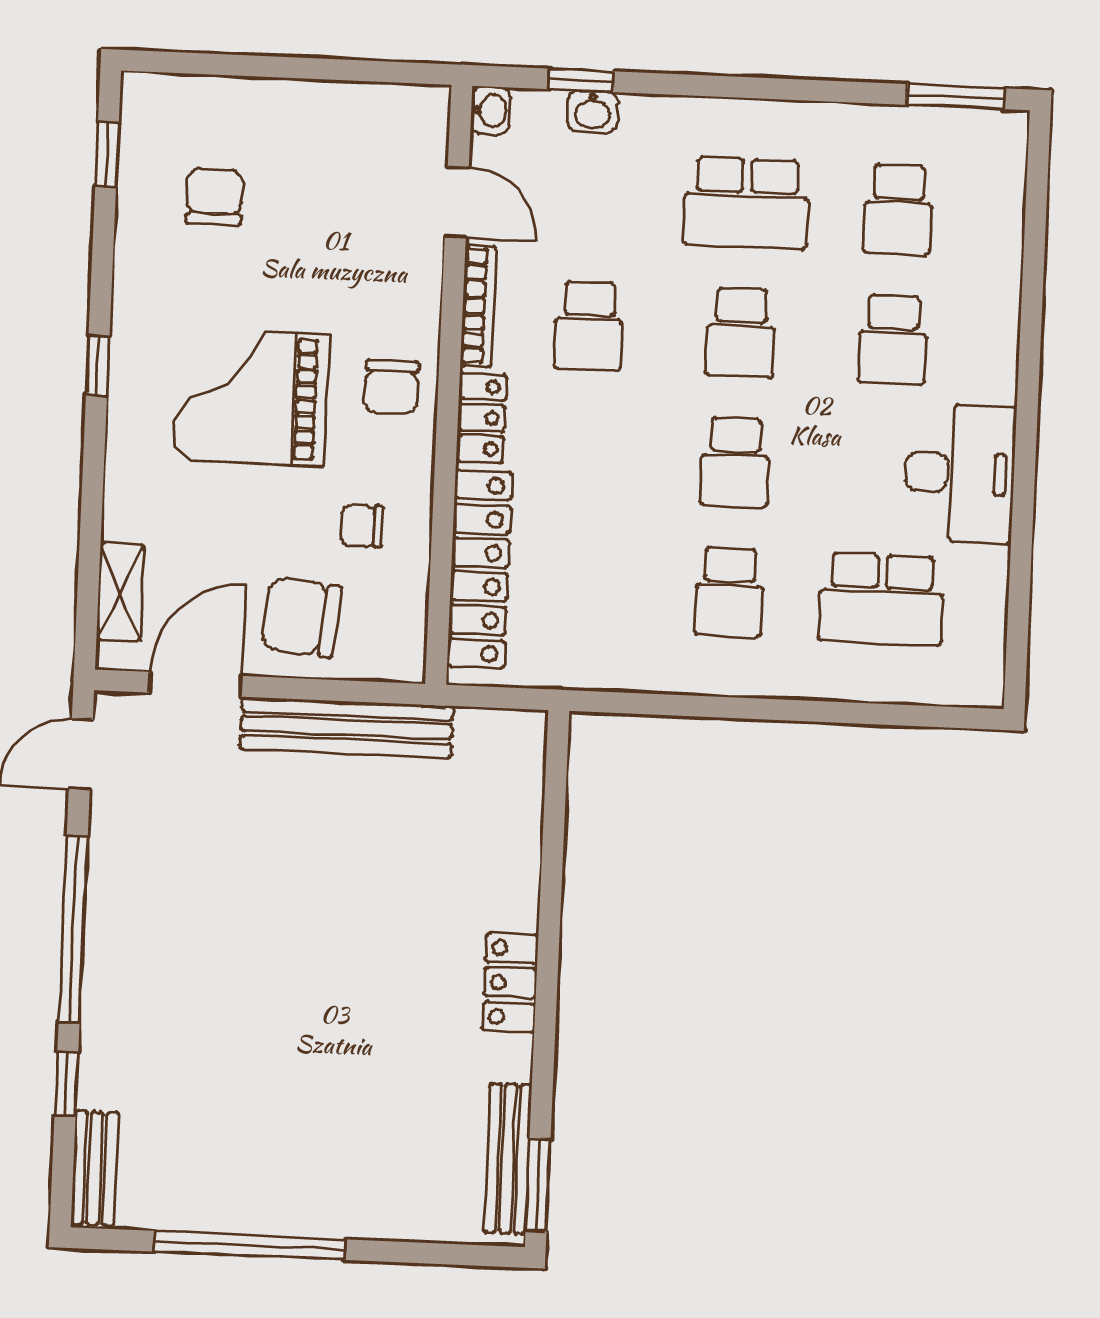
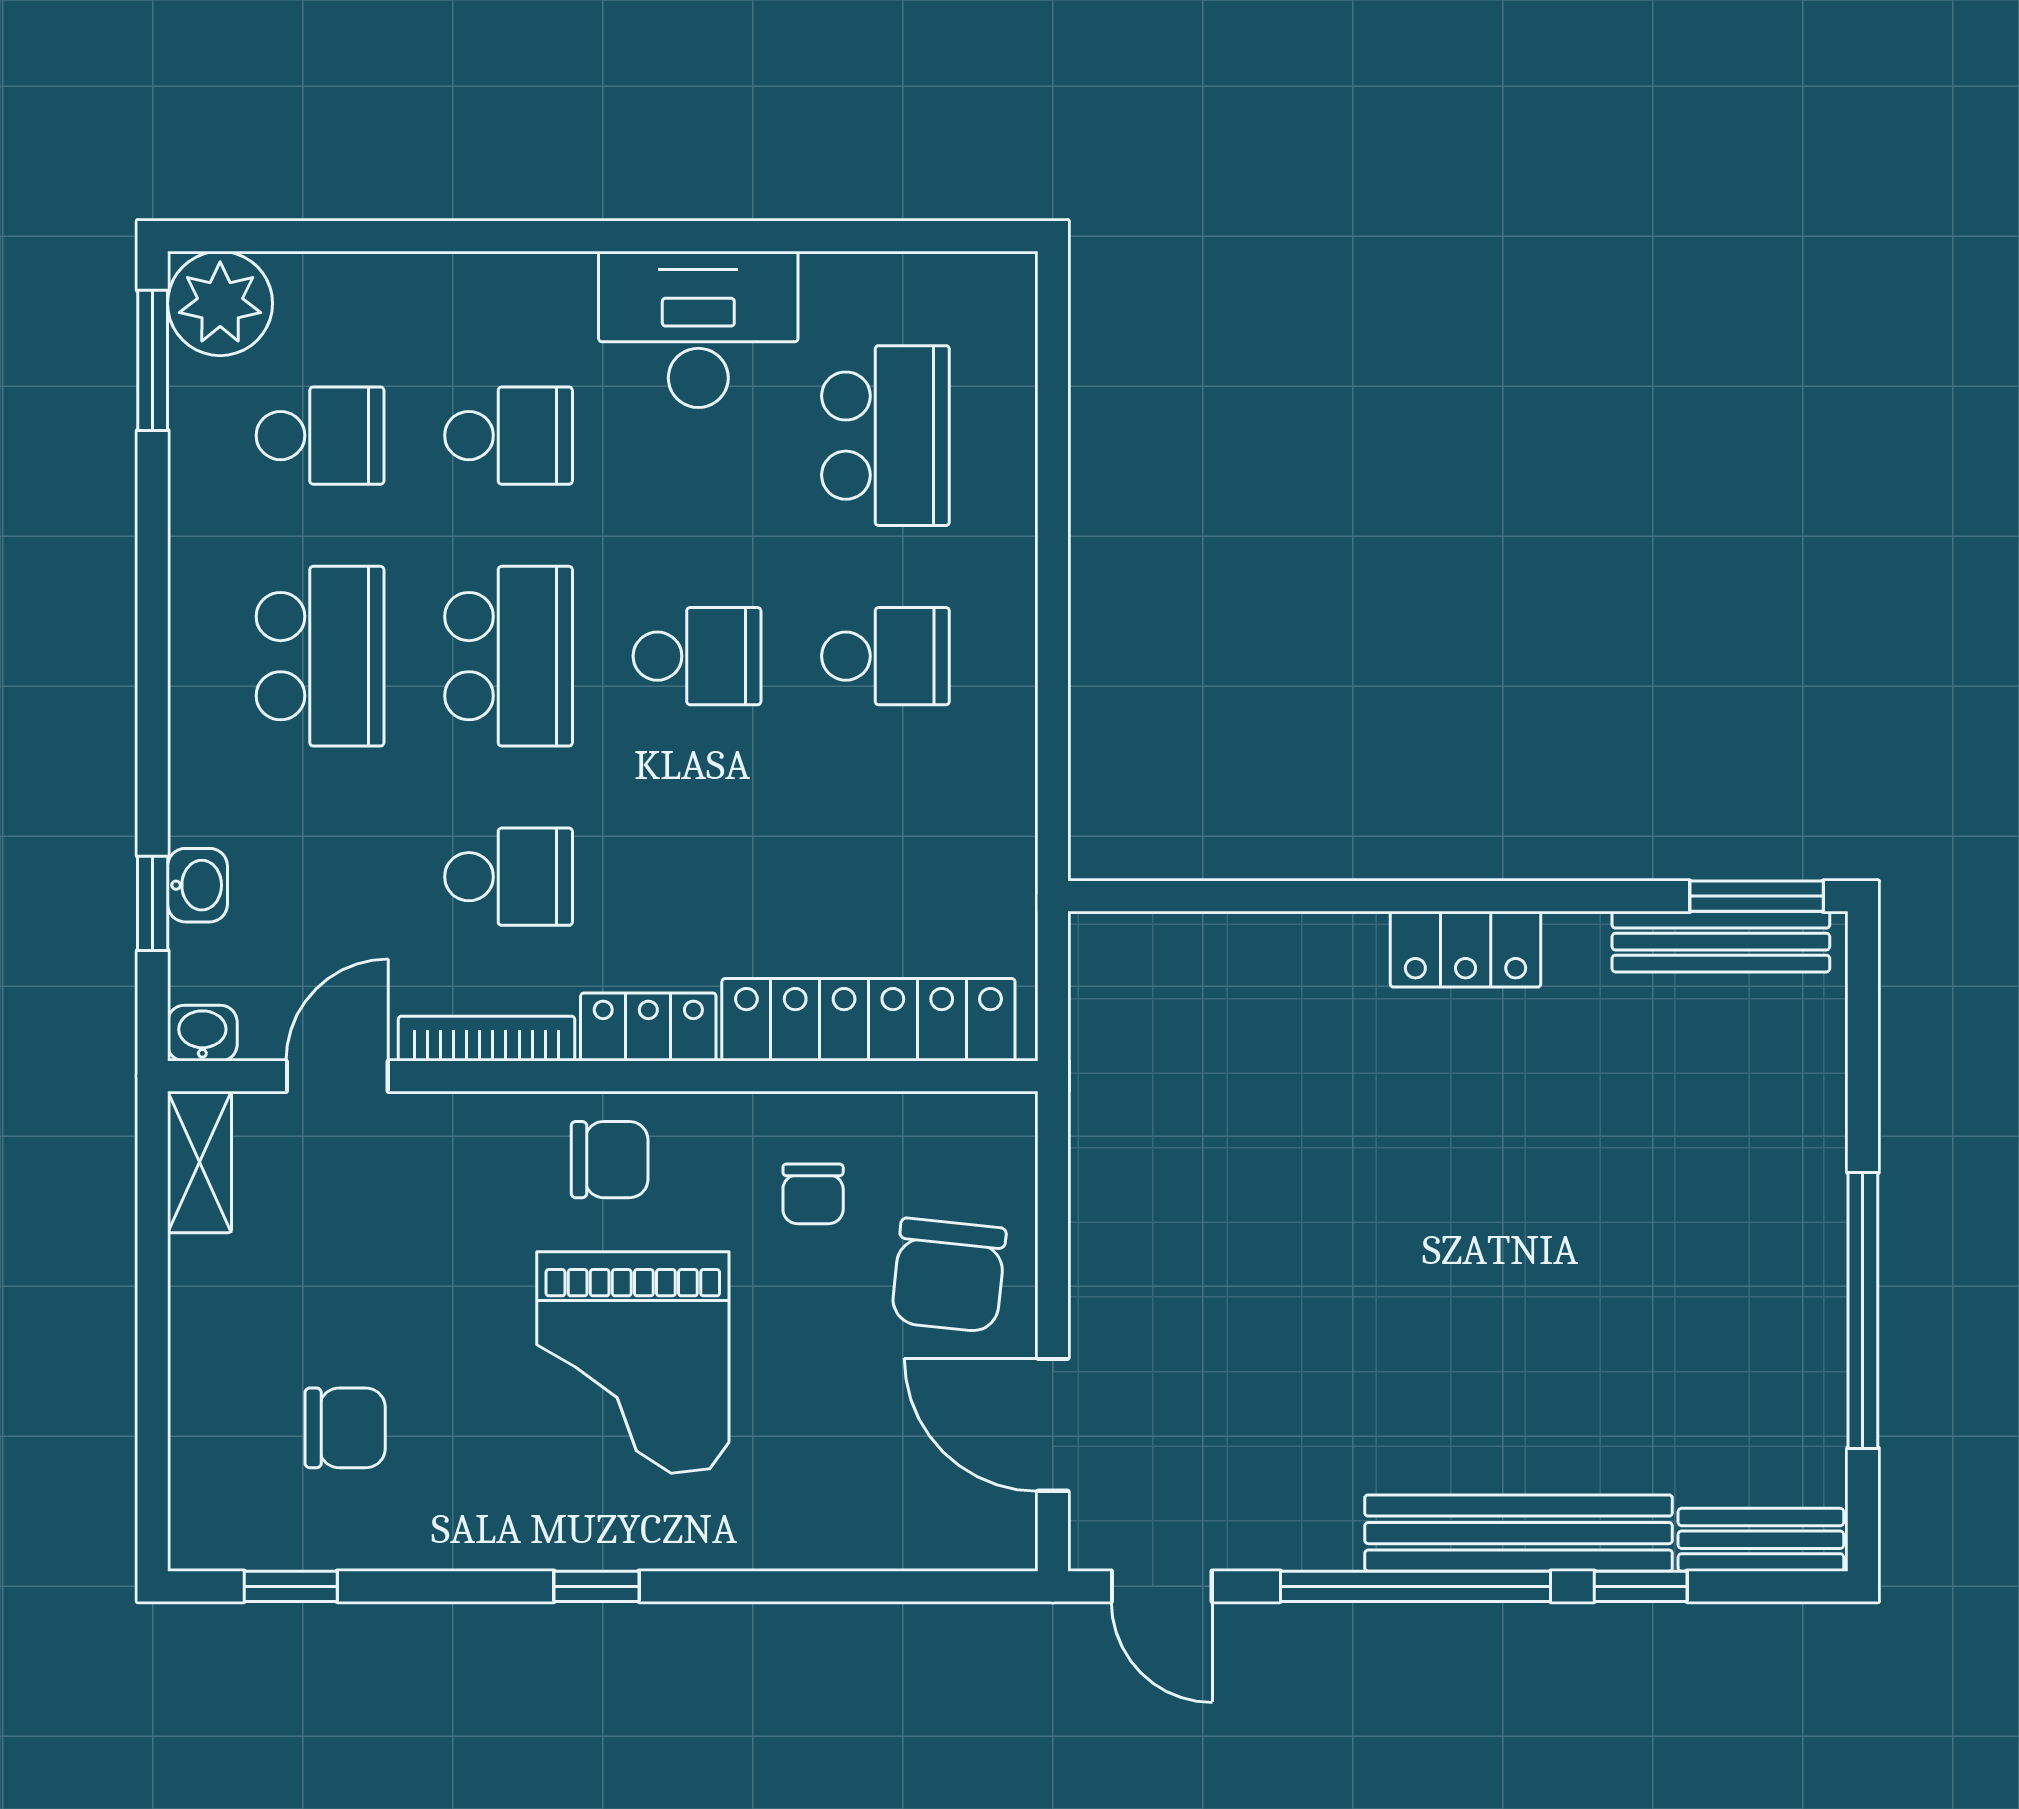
plant: (992, 145) -> (220, 303), added
chair: (214, 197) -> (345, 1428), turned 180
school desk: (741, 333) -> (509, 656), width x1.85
shelving: (120, 592) -> (200, 1162), moved, turned 90
bench: (347, 728) -> (1519, 1533), moved, turned 90

